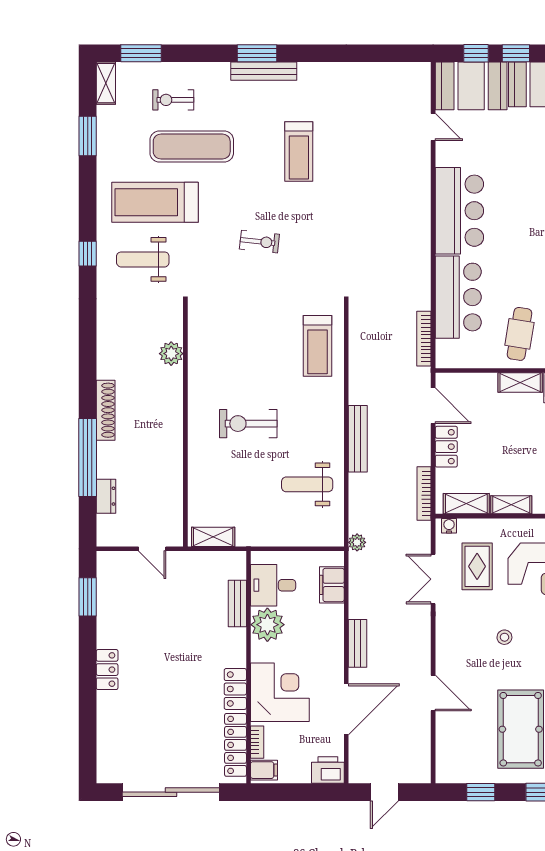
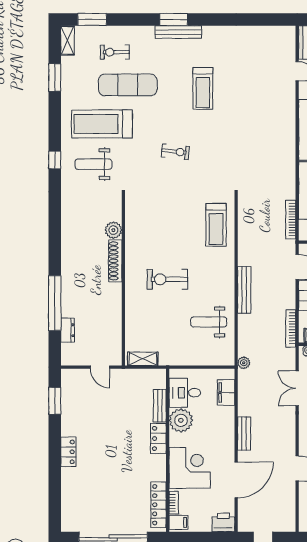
shoe rack: (106, 410) -> (115, 261), moved, turned 180
locker: (235, 689) -> (158, 438), moved

